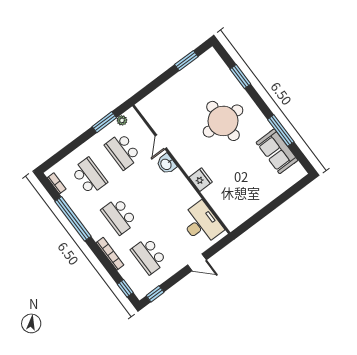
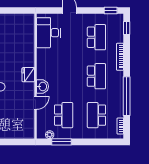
fridge: (201, 180) -> (28, 75), moved

